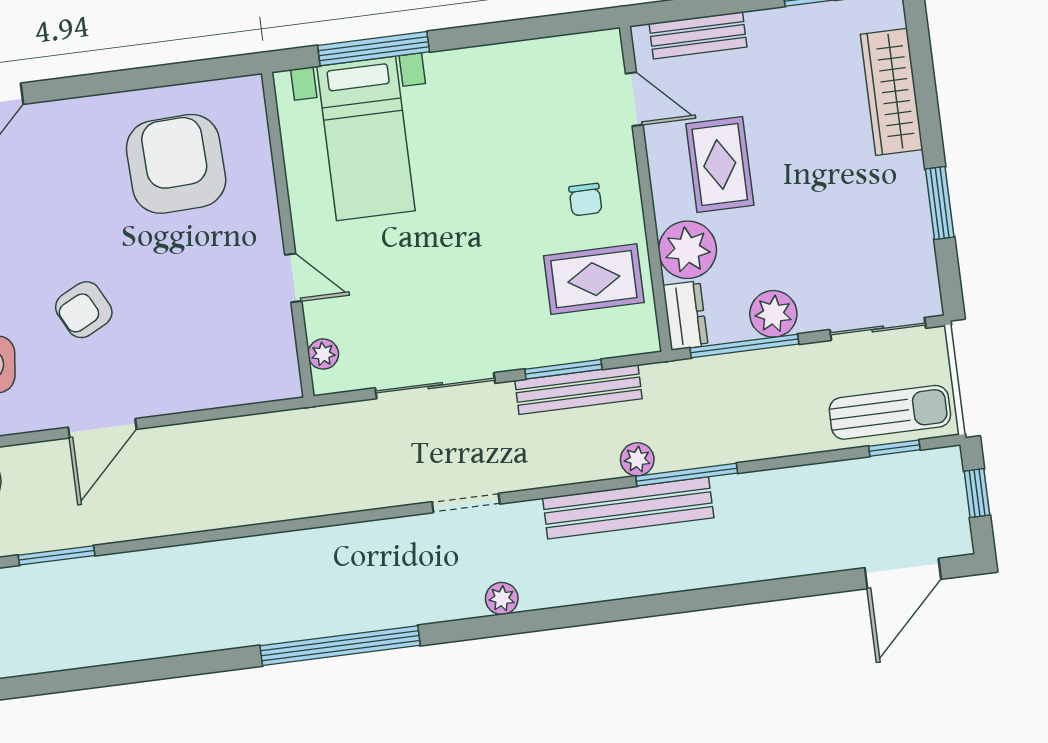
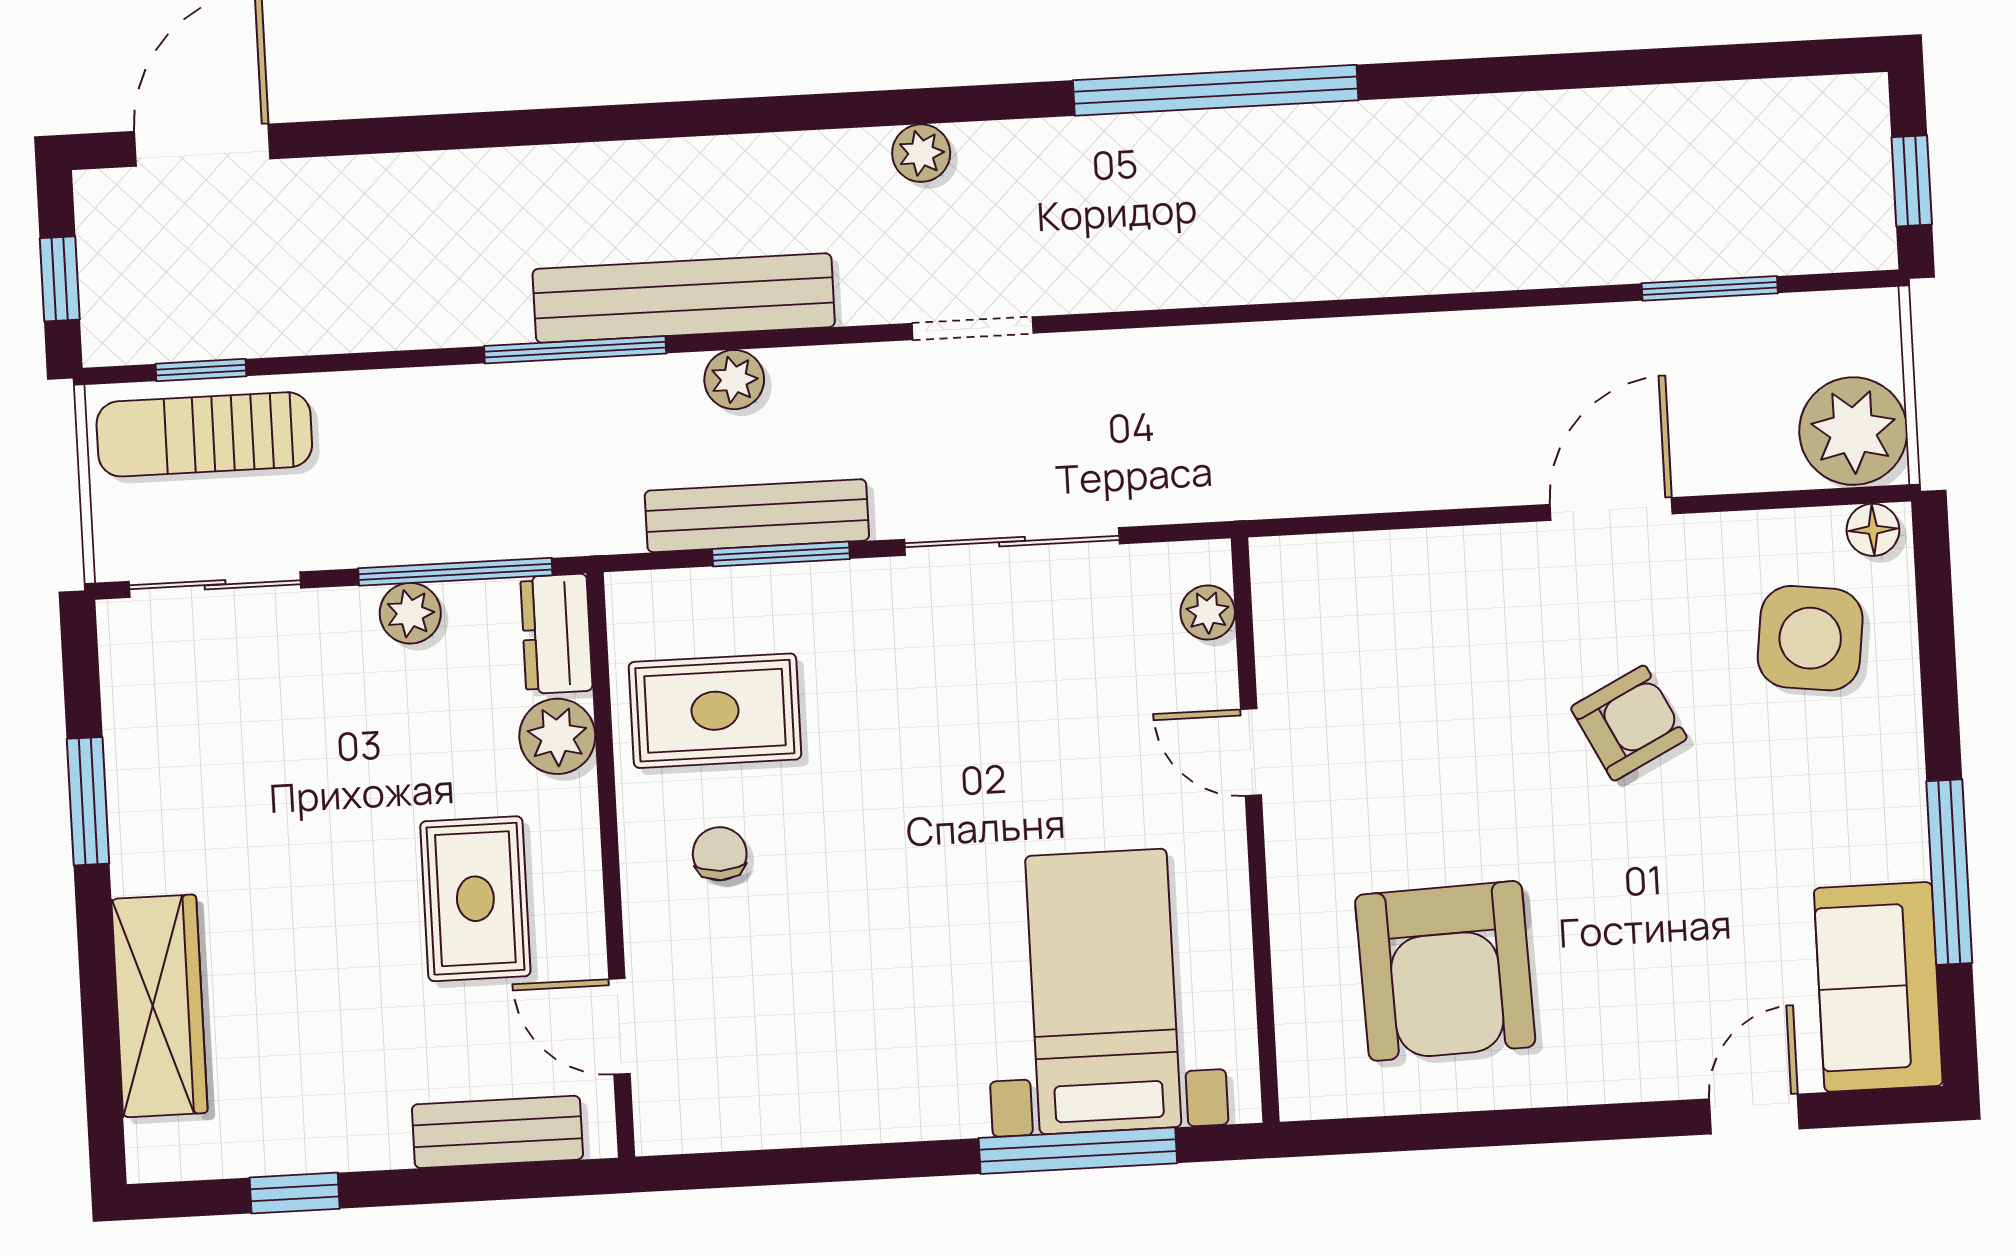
plant: (687, 250) -> (557, 736), width x0.73, depth x0.73
plant: (773, 314) -> (410, 613), width x0.73, depth x0.73
plant: (637, 459) -> (734, 380), moved

